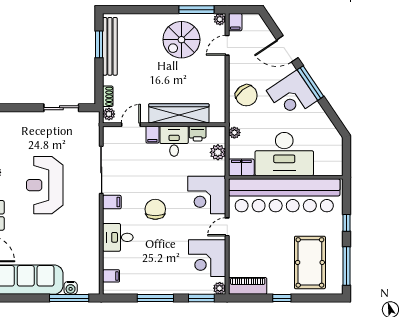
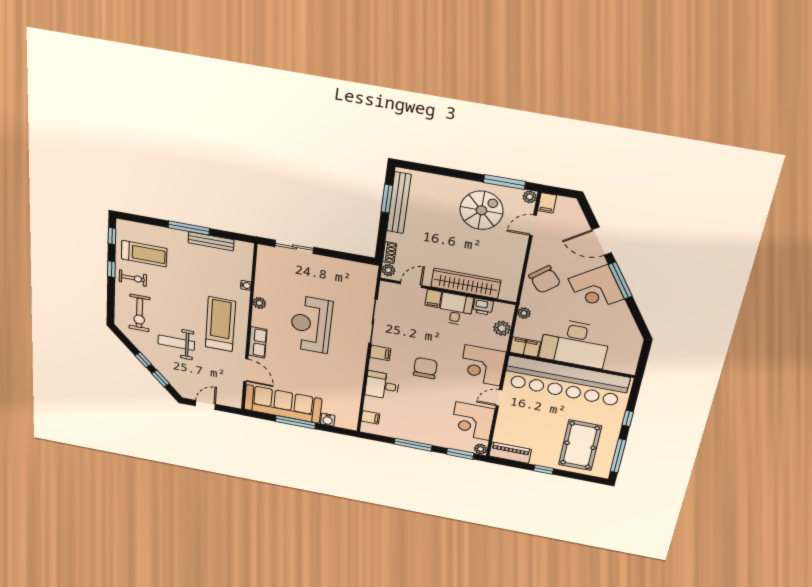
spiral stairs: (181, 40) -> (481, 210), turned 180
sliding door: (61, 108) -> (294, 247), moved
window: (69, 298) -> (295, 422), moved

